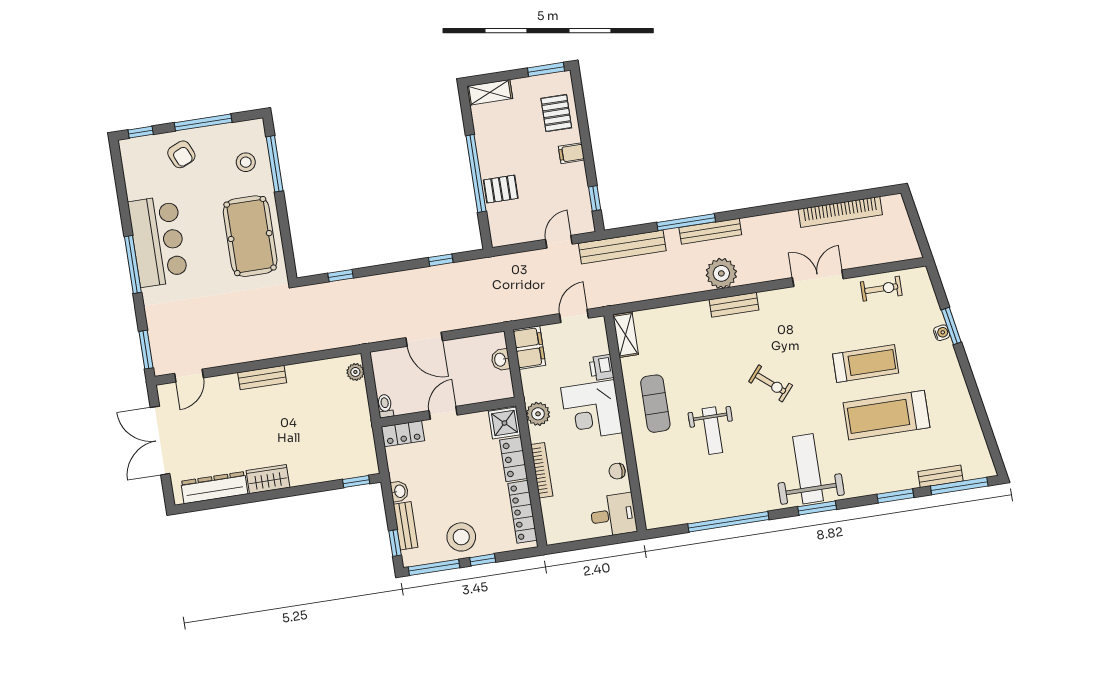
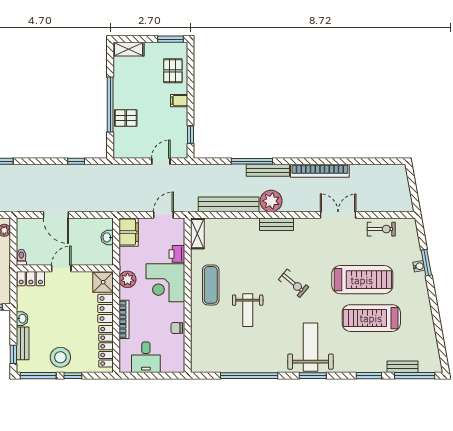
bookcase: (840, 212) -> (320, 171), moved
bench: (622, 247) -> (229, 204), moved
treadmill: (866, 363) -> (362, 280), width x1.37, depth x1.38
desk: (613, 515) -> (146, 357), moved, turned 90

